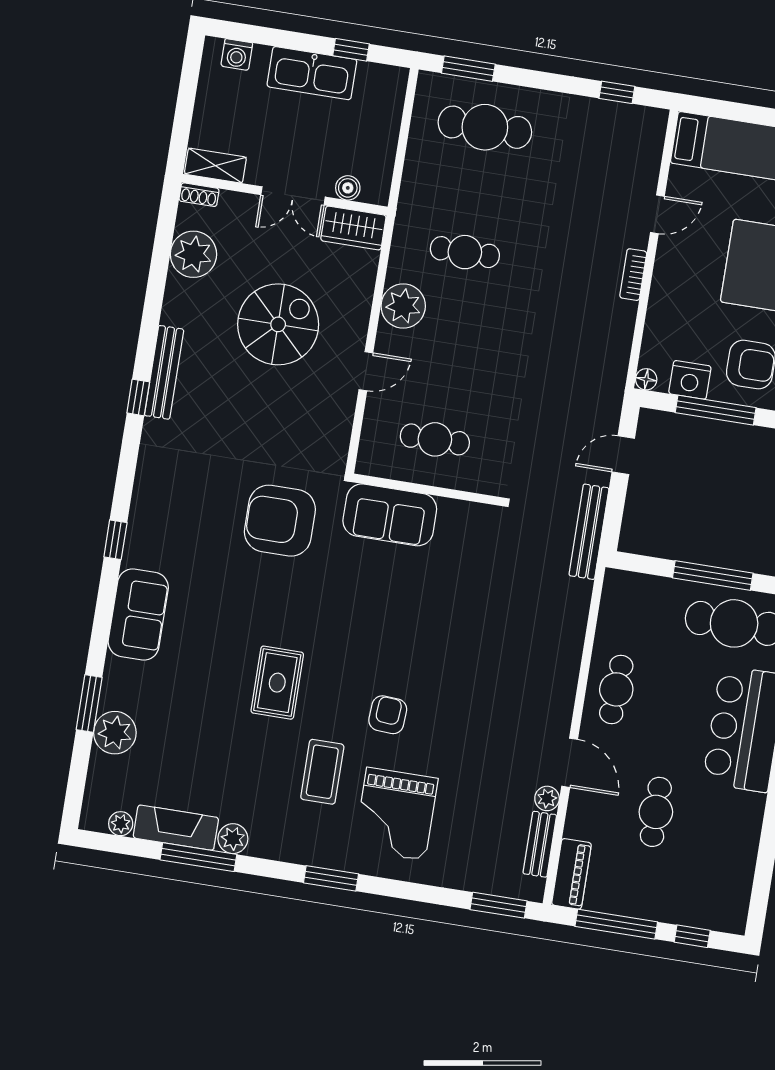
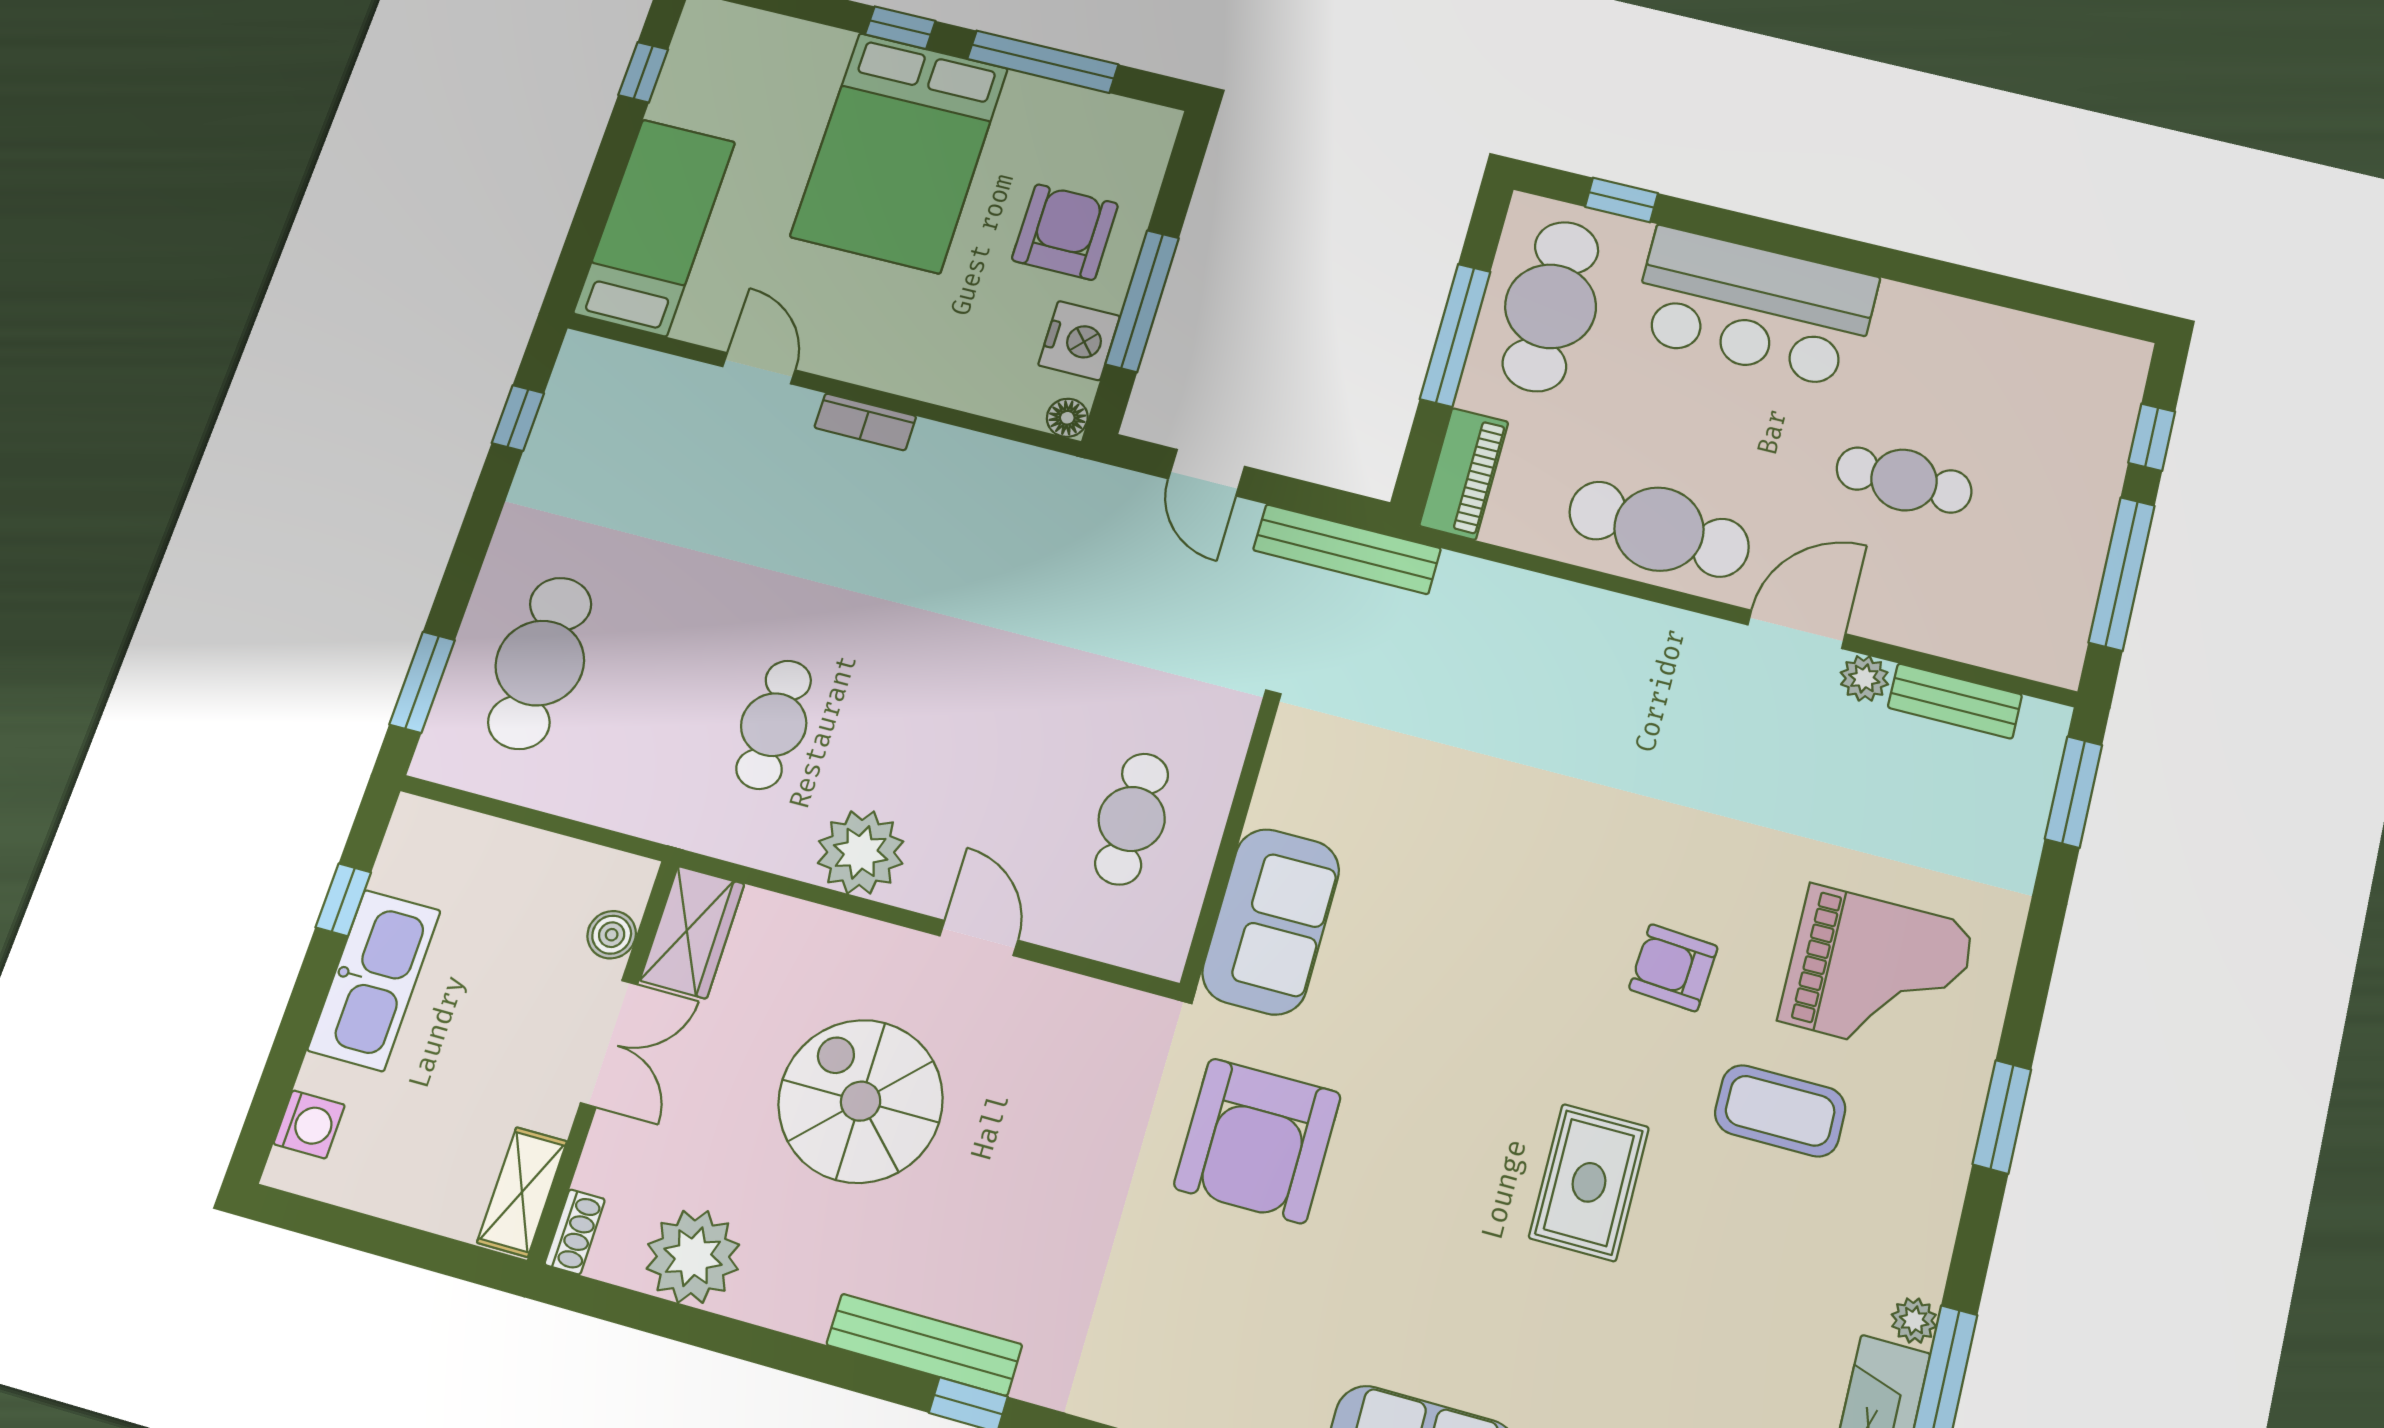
rug: (277, 683) -> (1589, 1182), turned 90
cafe table: (616, 689) -> (1659, 529), width x1.37, depth x1.35
plant: (233, 839) -> (1914, 1321), width x0.73, depth x0.73
piano: (571, 874) -> (1464, 474), moved, turned 90

